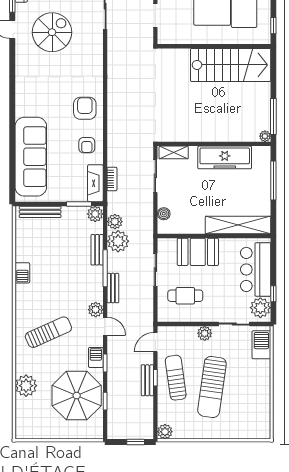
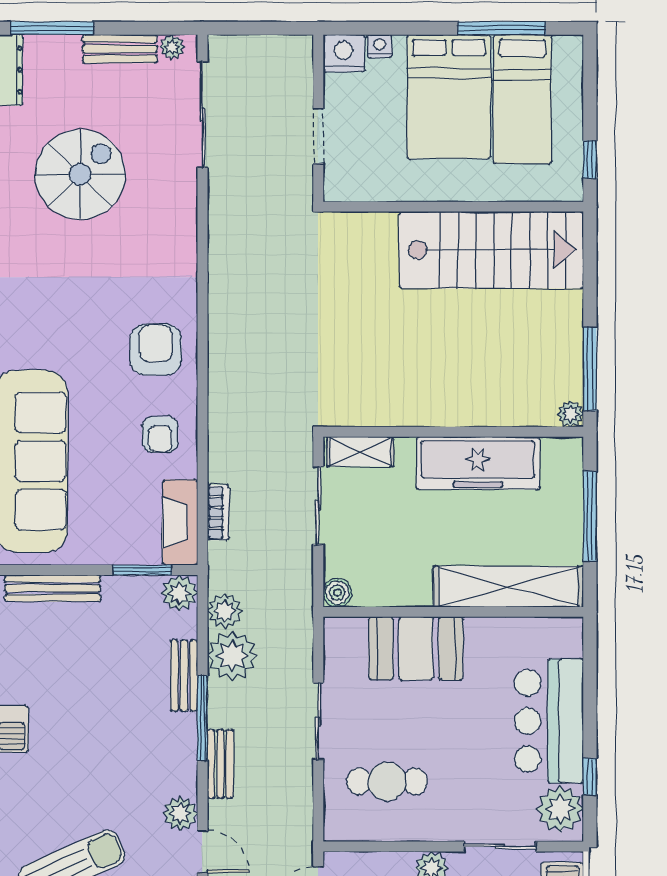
shelving: (238, 225) -> (508, 587), moved
wall: (214, 236) -> (453, 612), moved
booth: (198, 252) -> (416, 648), moved

